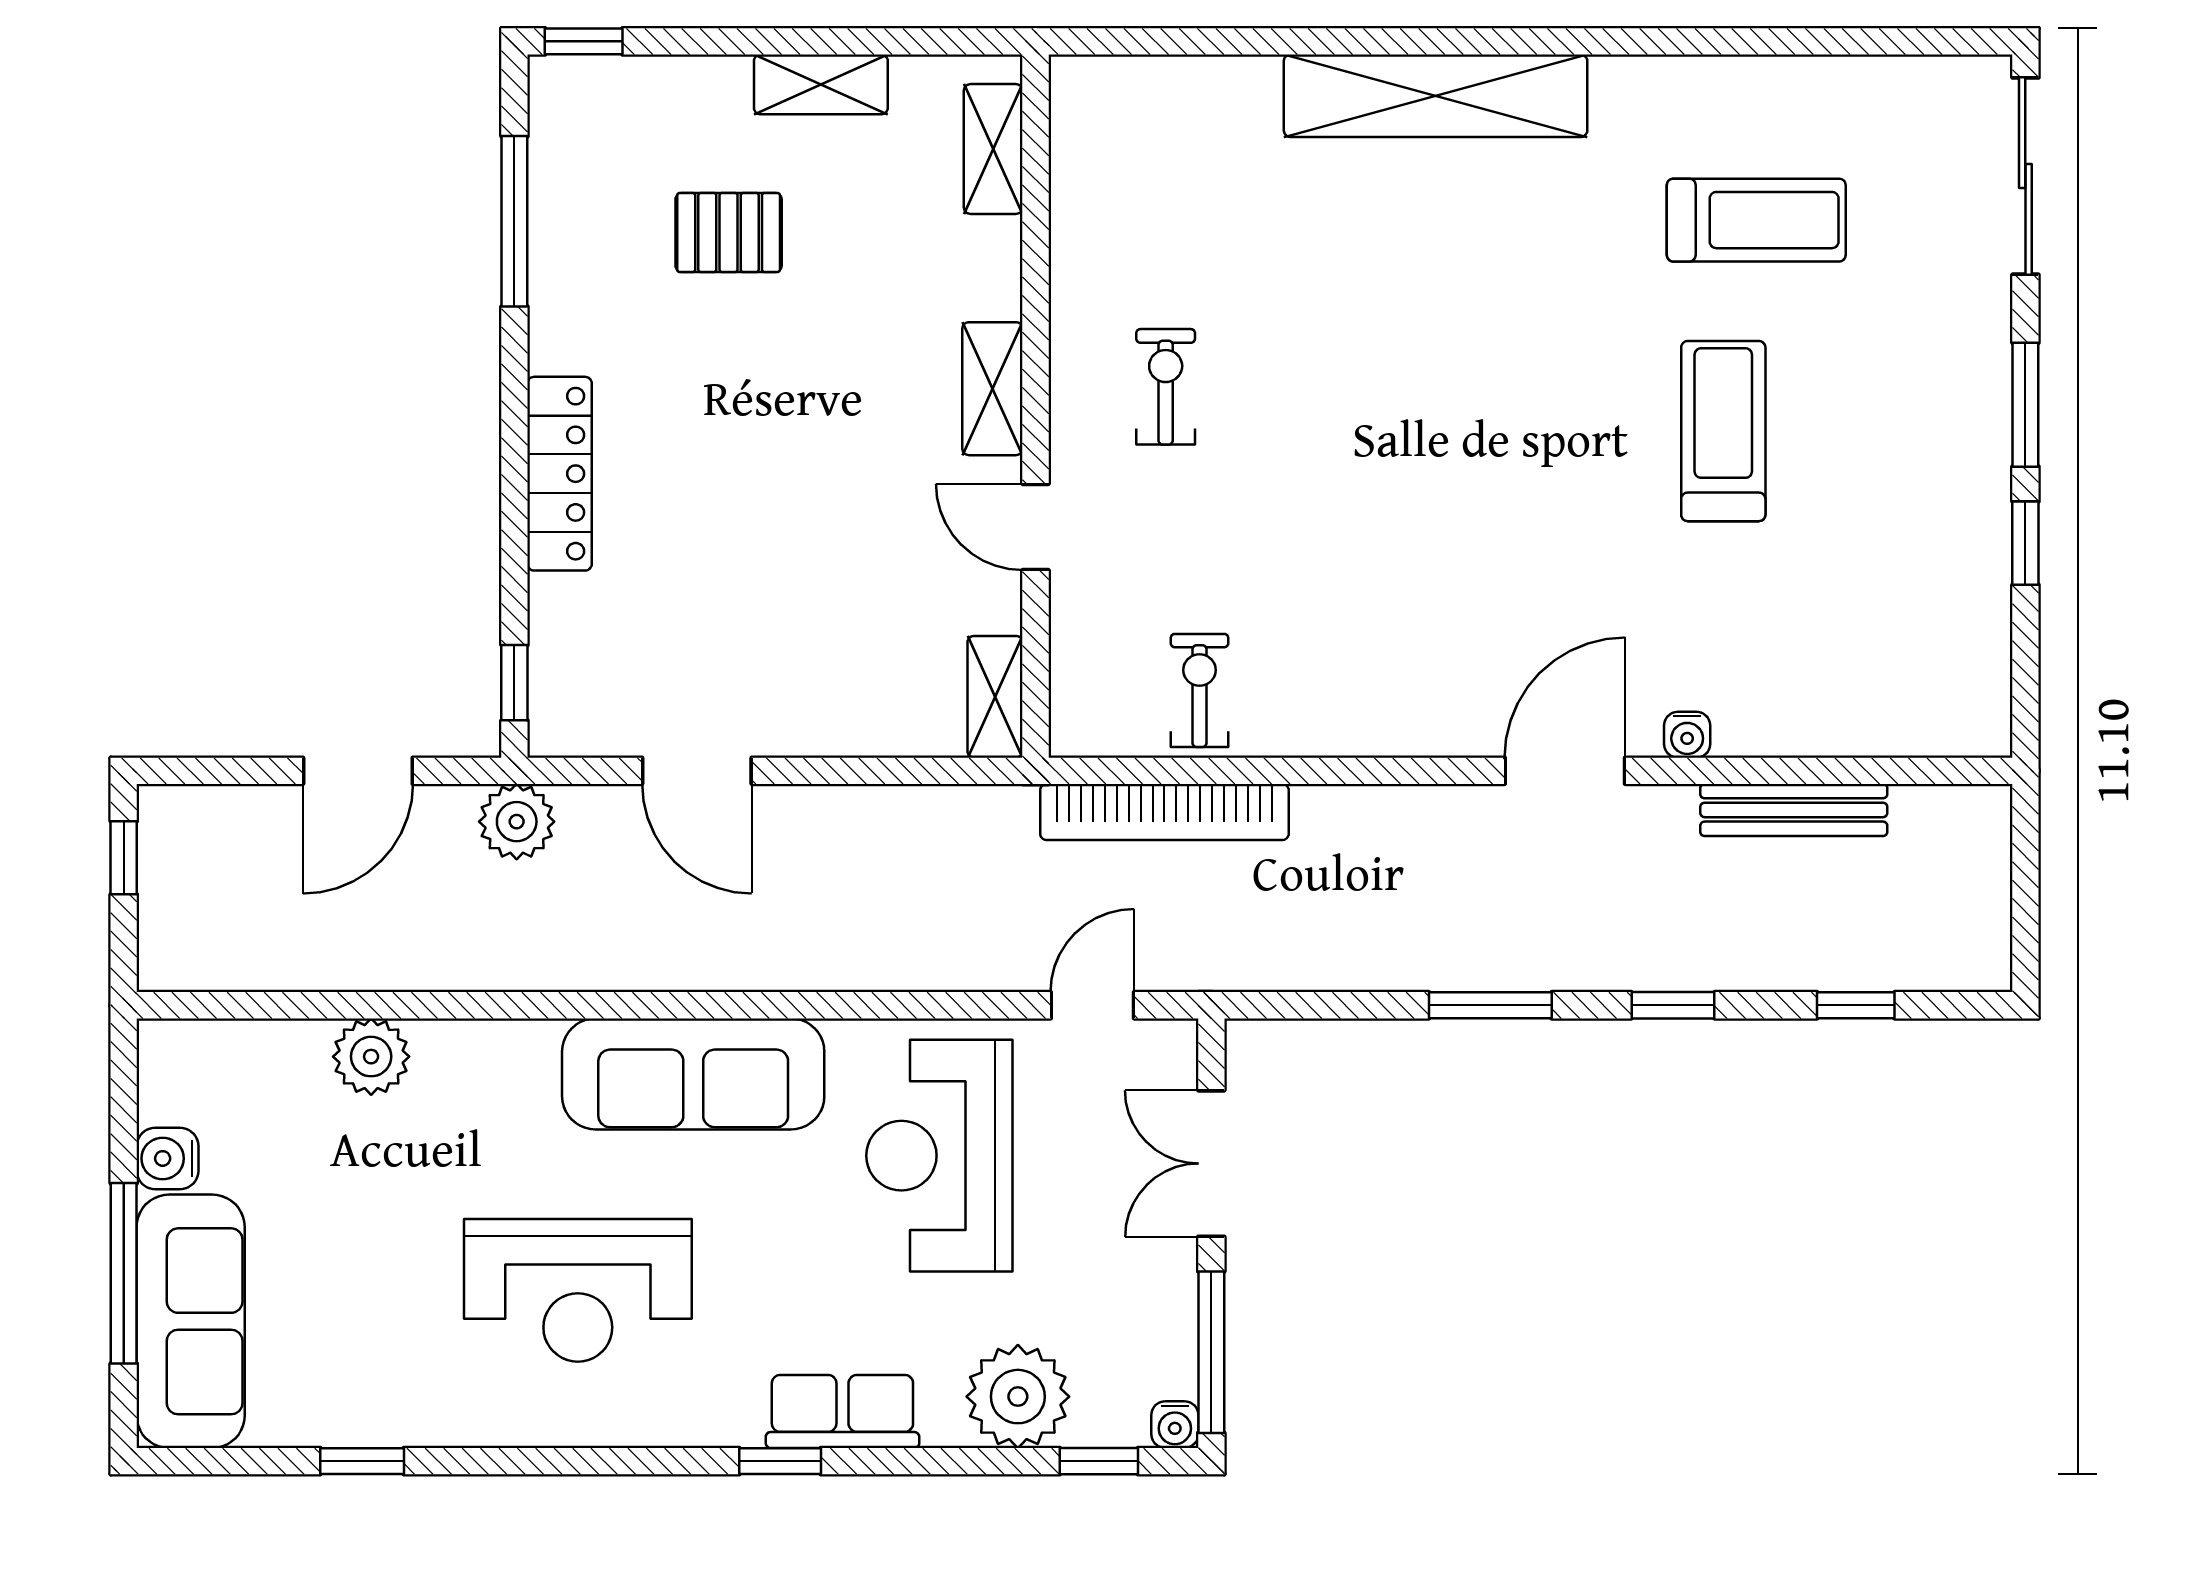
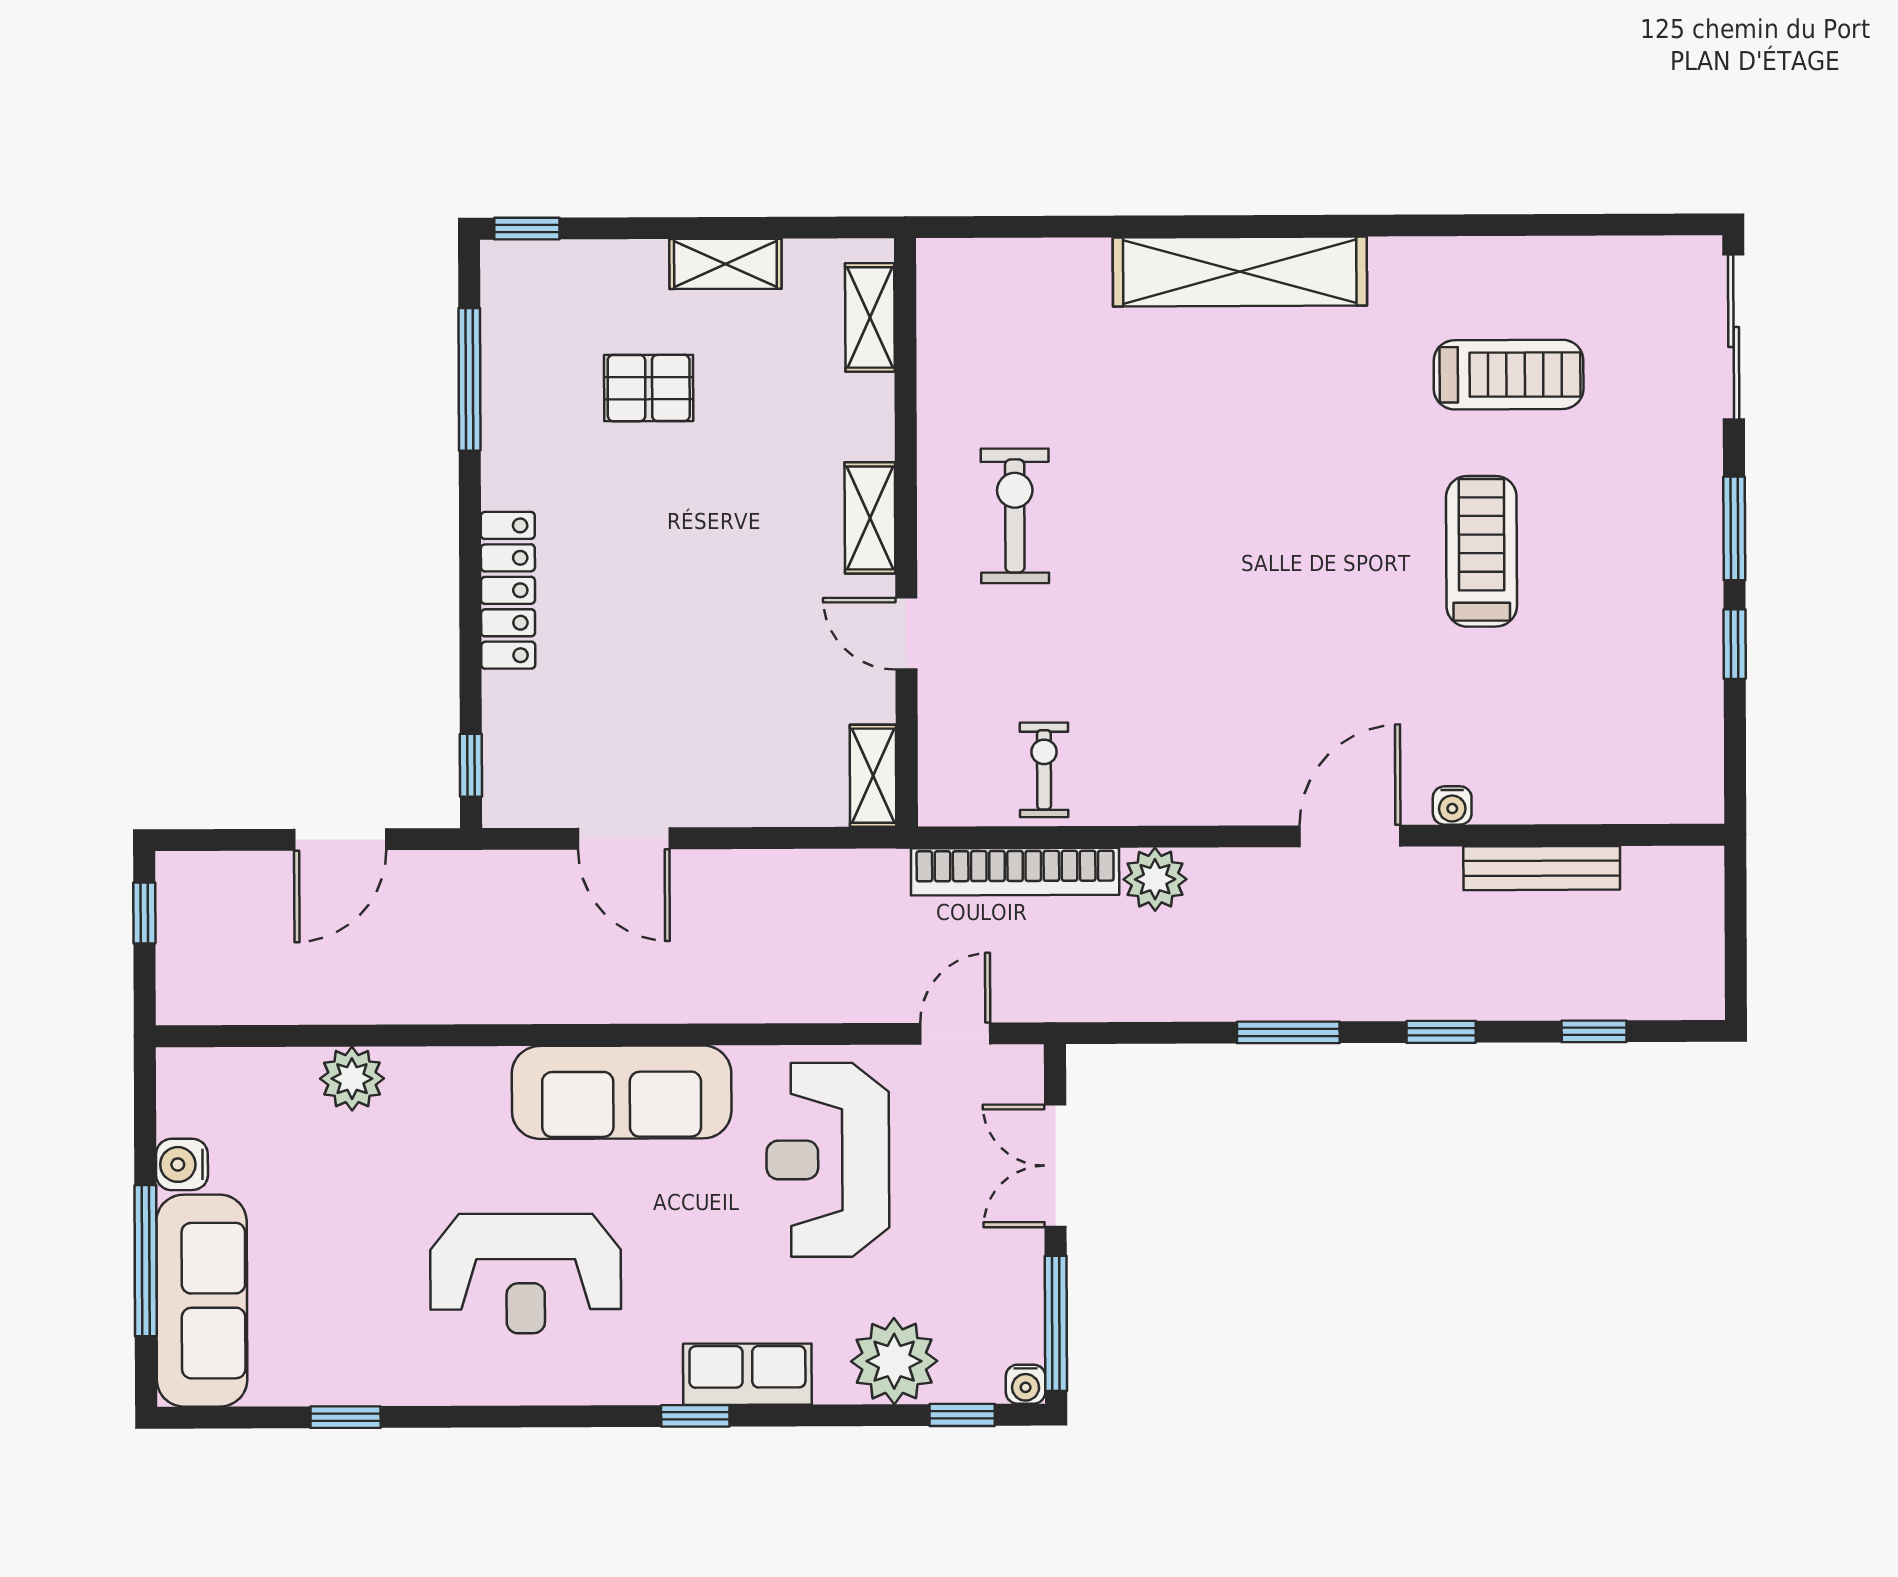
exercise bike: (1166, 387) -> (1015, 516), width x1.38, depth x1.39
plant: (517, 822) -> (1155, 879), moved

